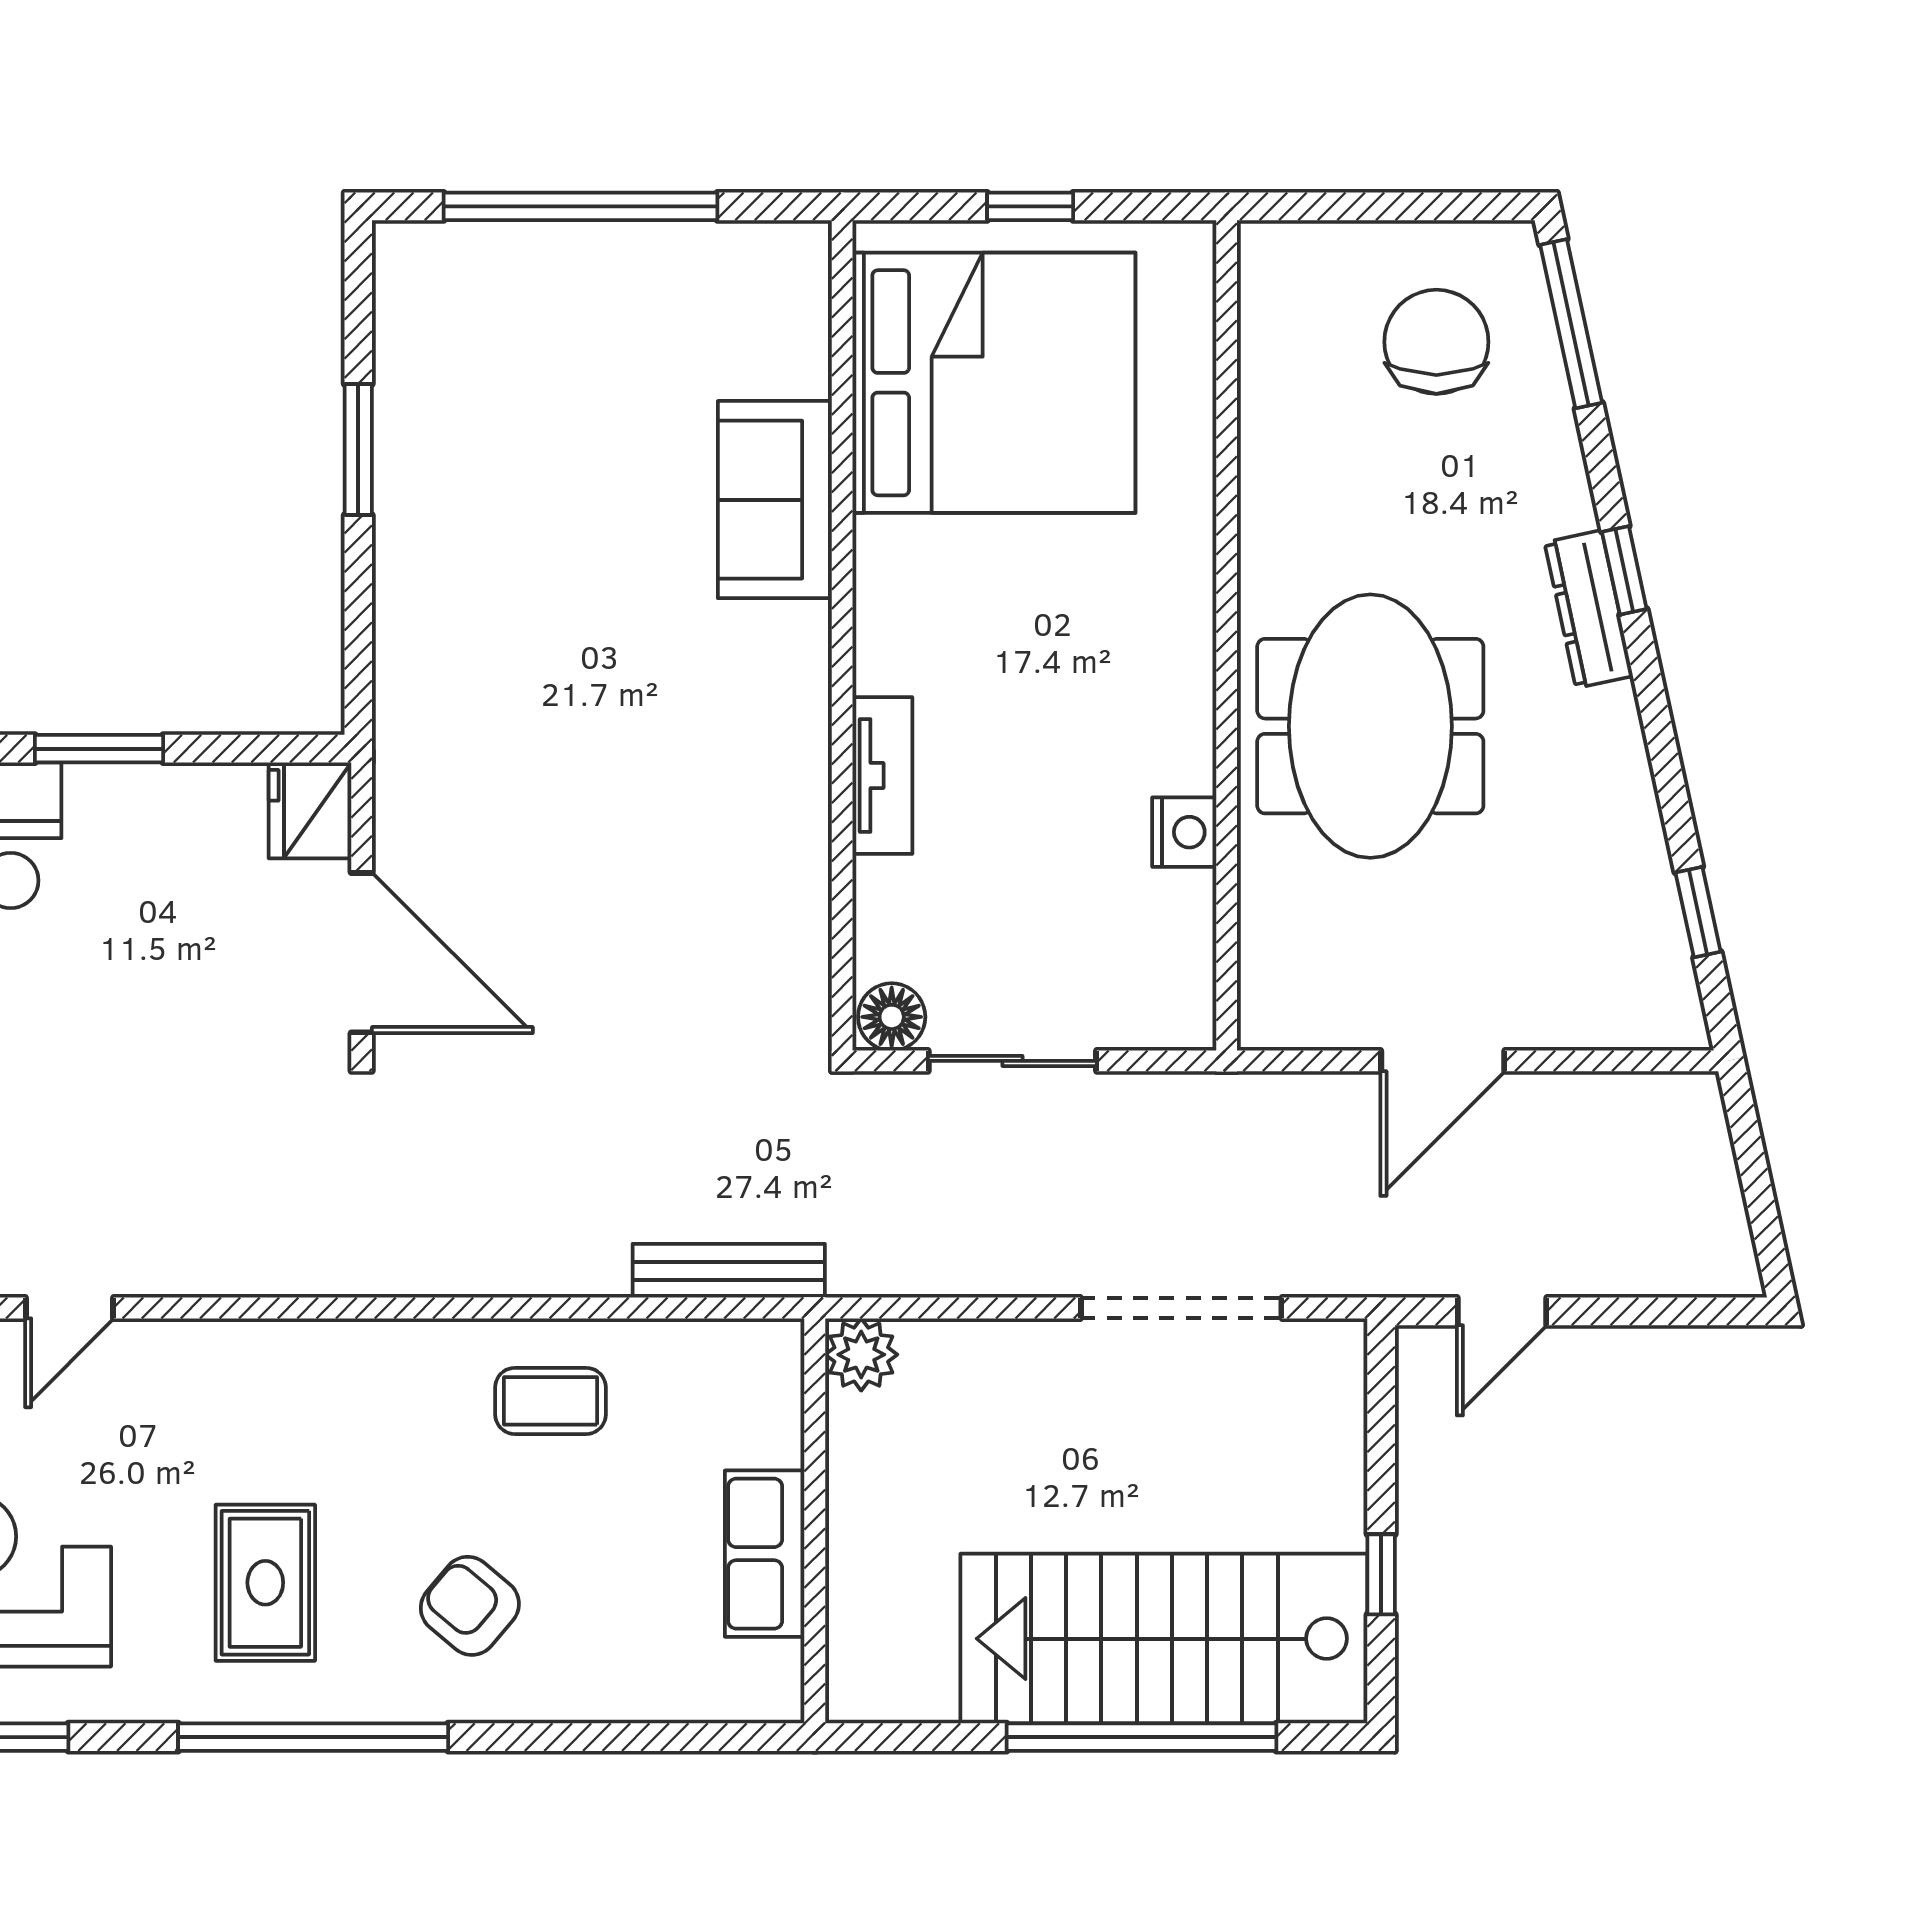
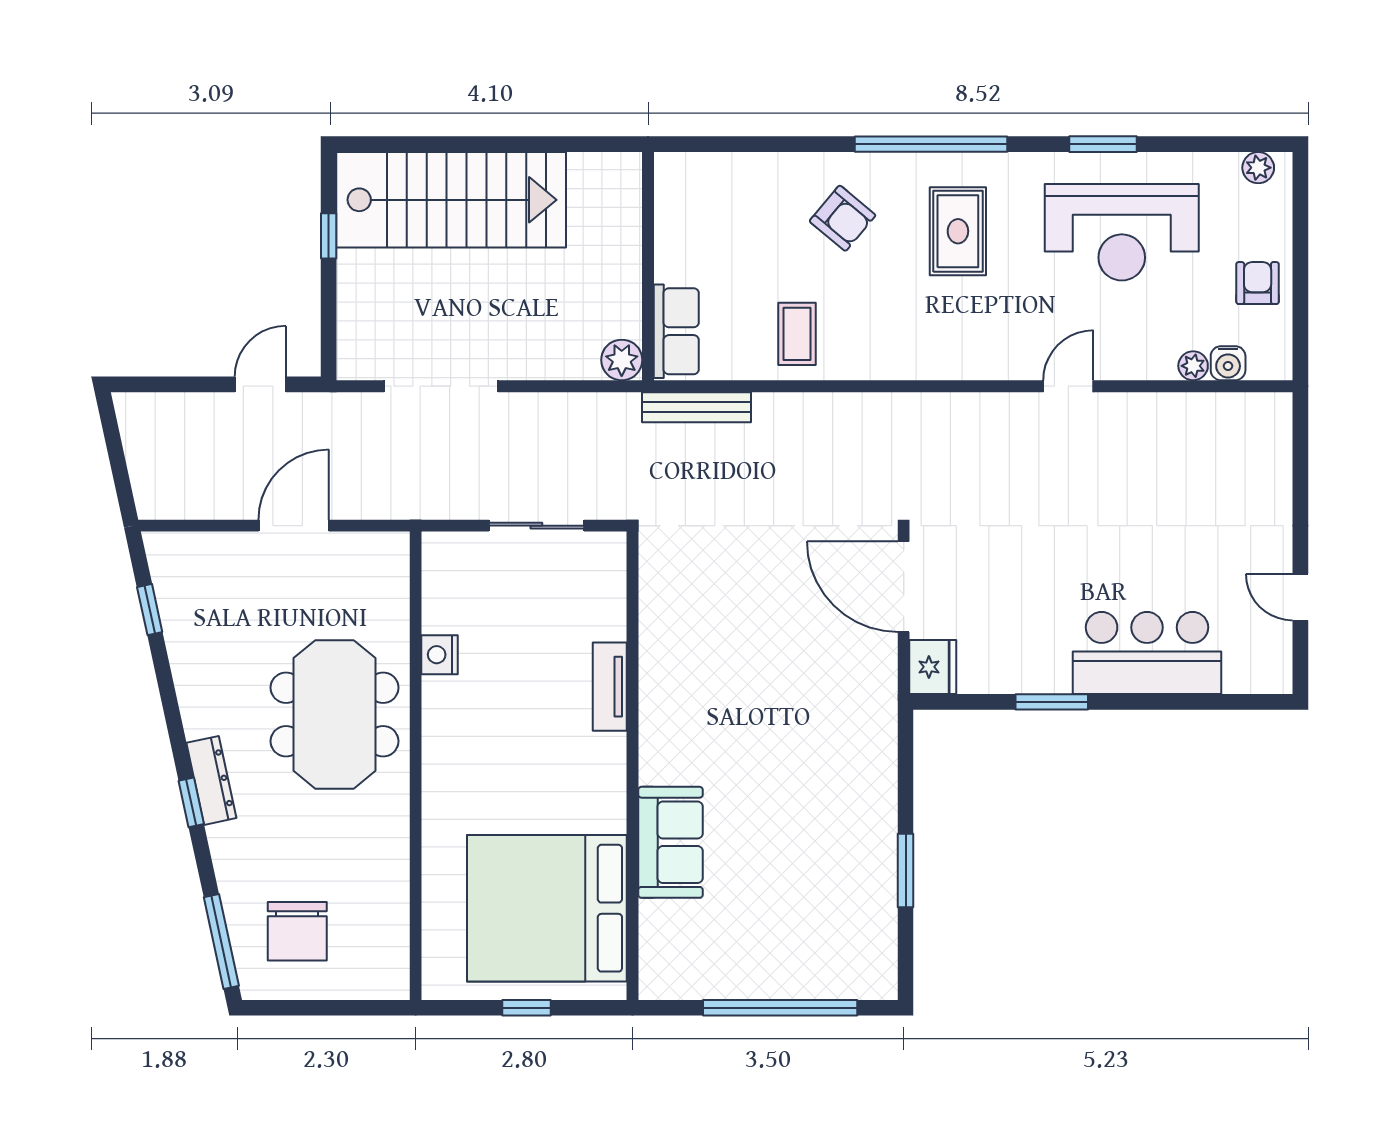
floor lamp: (892, 1017) -> (605, 550), removed
coffee table: (551, 1401) -> (797, 334), turned 90
row of seats: (765, 1554) -> (676, 331), moved
window: (1141, 1737) -> (464, 144), removed

